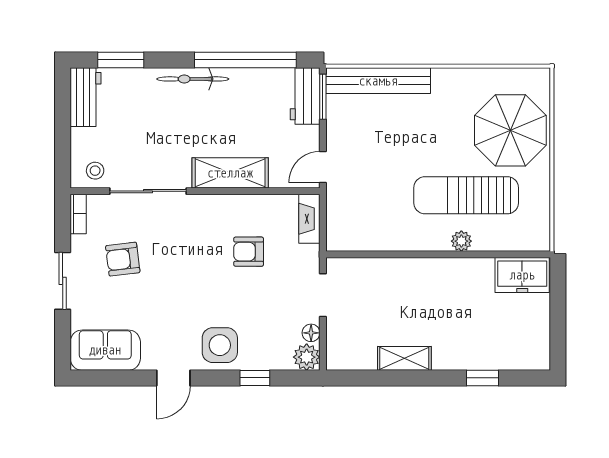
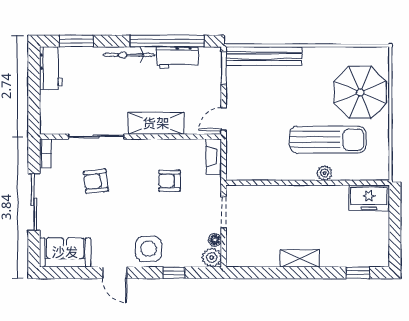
workbench: (305, 96) -> (177, 57), moved, turned -90
stool: (95, 171) -> (58, 122), removed
sun lounger: (466, 195) -> (328, 140), turned 180
armchair: (123, 259) -> (96, 181), moved
sliding door: (63, 281) -> (34, 202), width x1.37
shelving: (404, 358) -> (300, 258), moved
door: (173, 378) -> (115, 273), hinge flipped
window: (483, 378) -> (358, 273), moved

